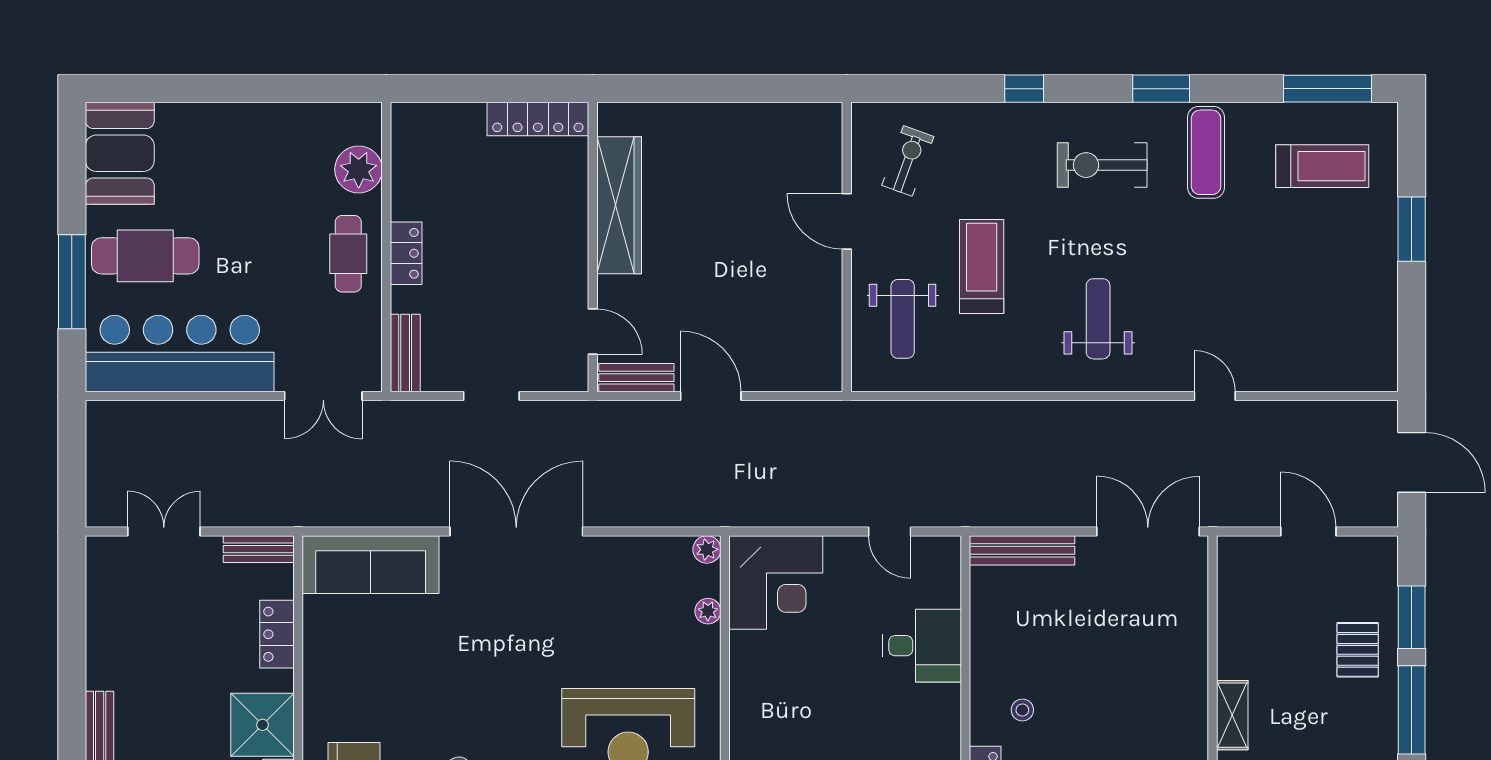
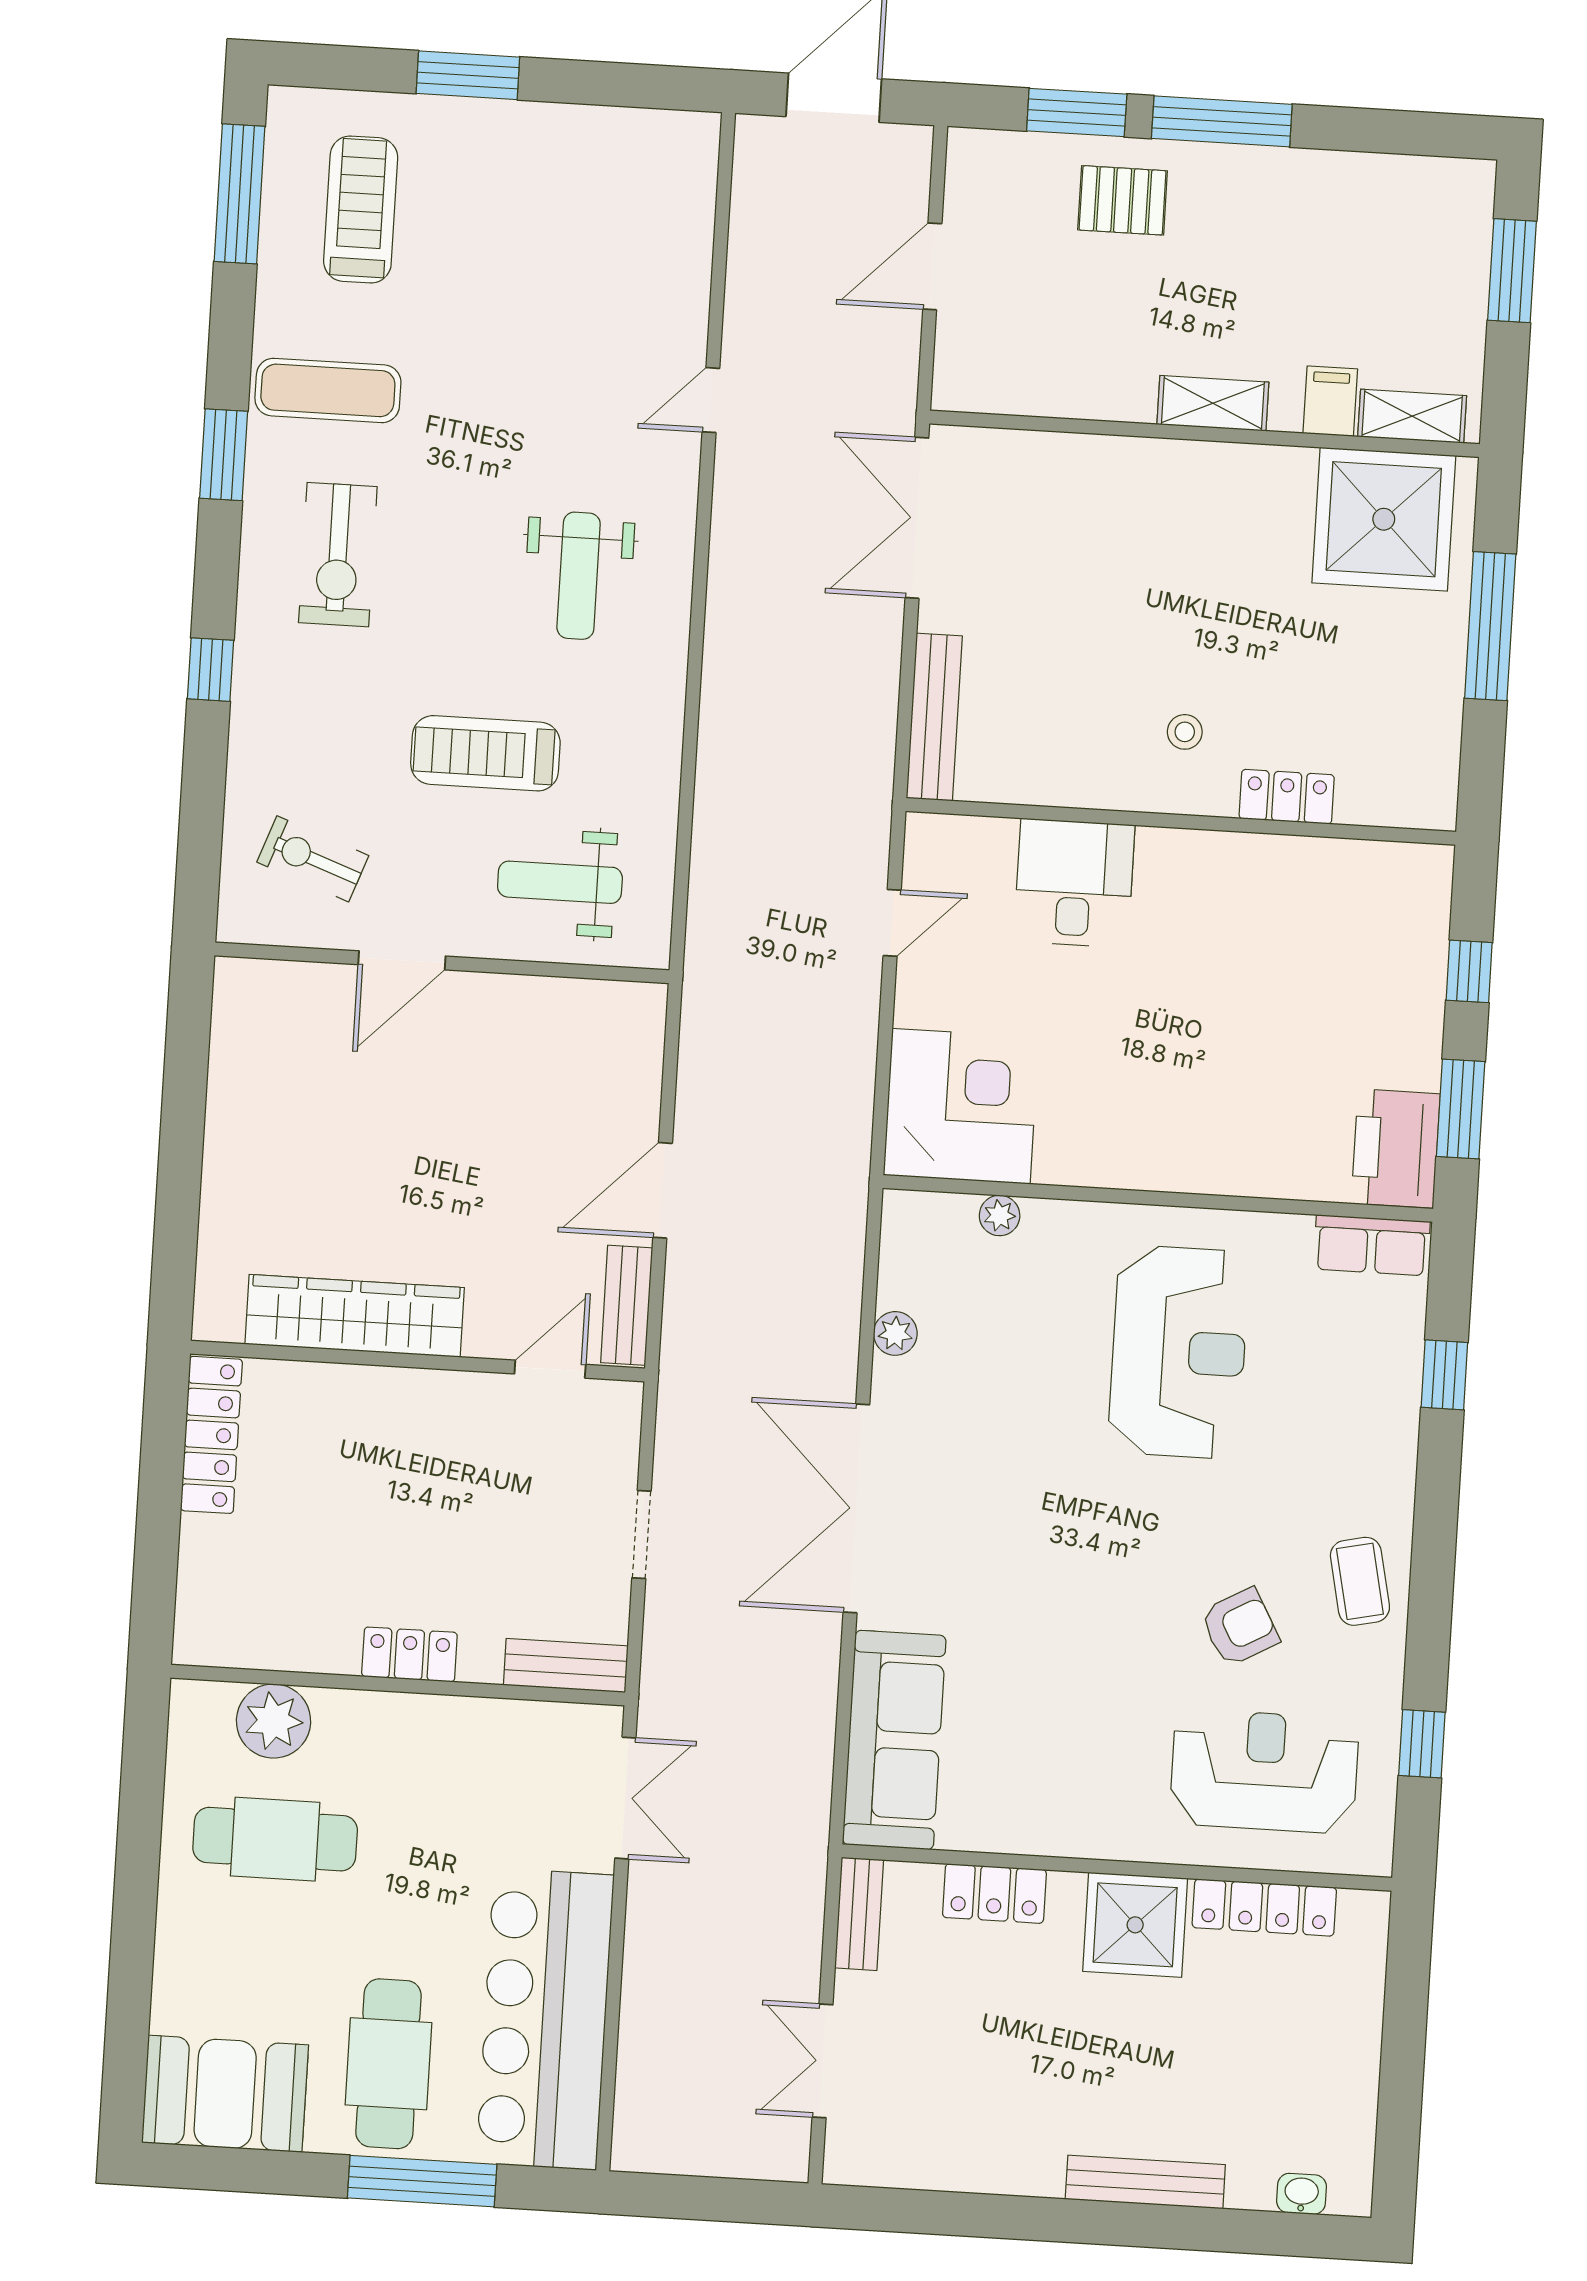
cafe table: (348, 254) -> (275, 1839), moved, width x1.37, depth x1.35
weight bench: (903, 319) -> (560, 882), turned 180
weight bench: (1098, 319) -> (579, 576), turned -90
plant: (707, 549) -> (895, 1333), moved

